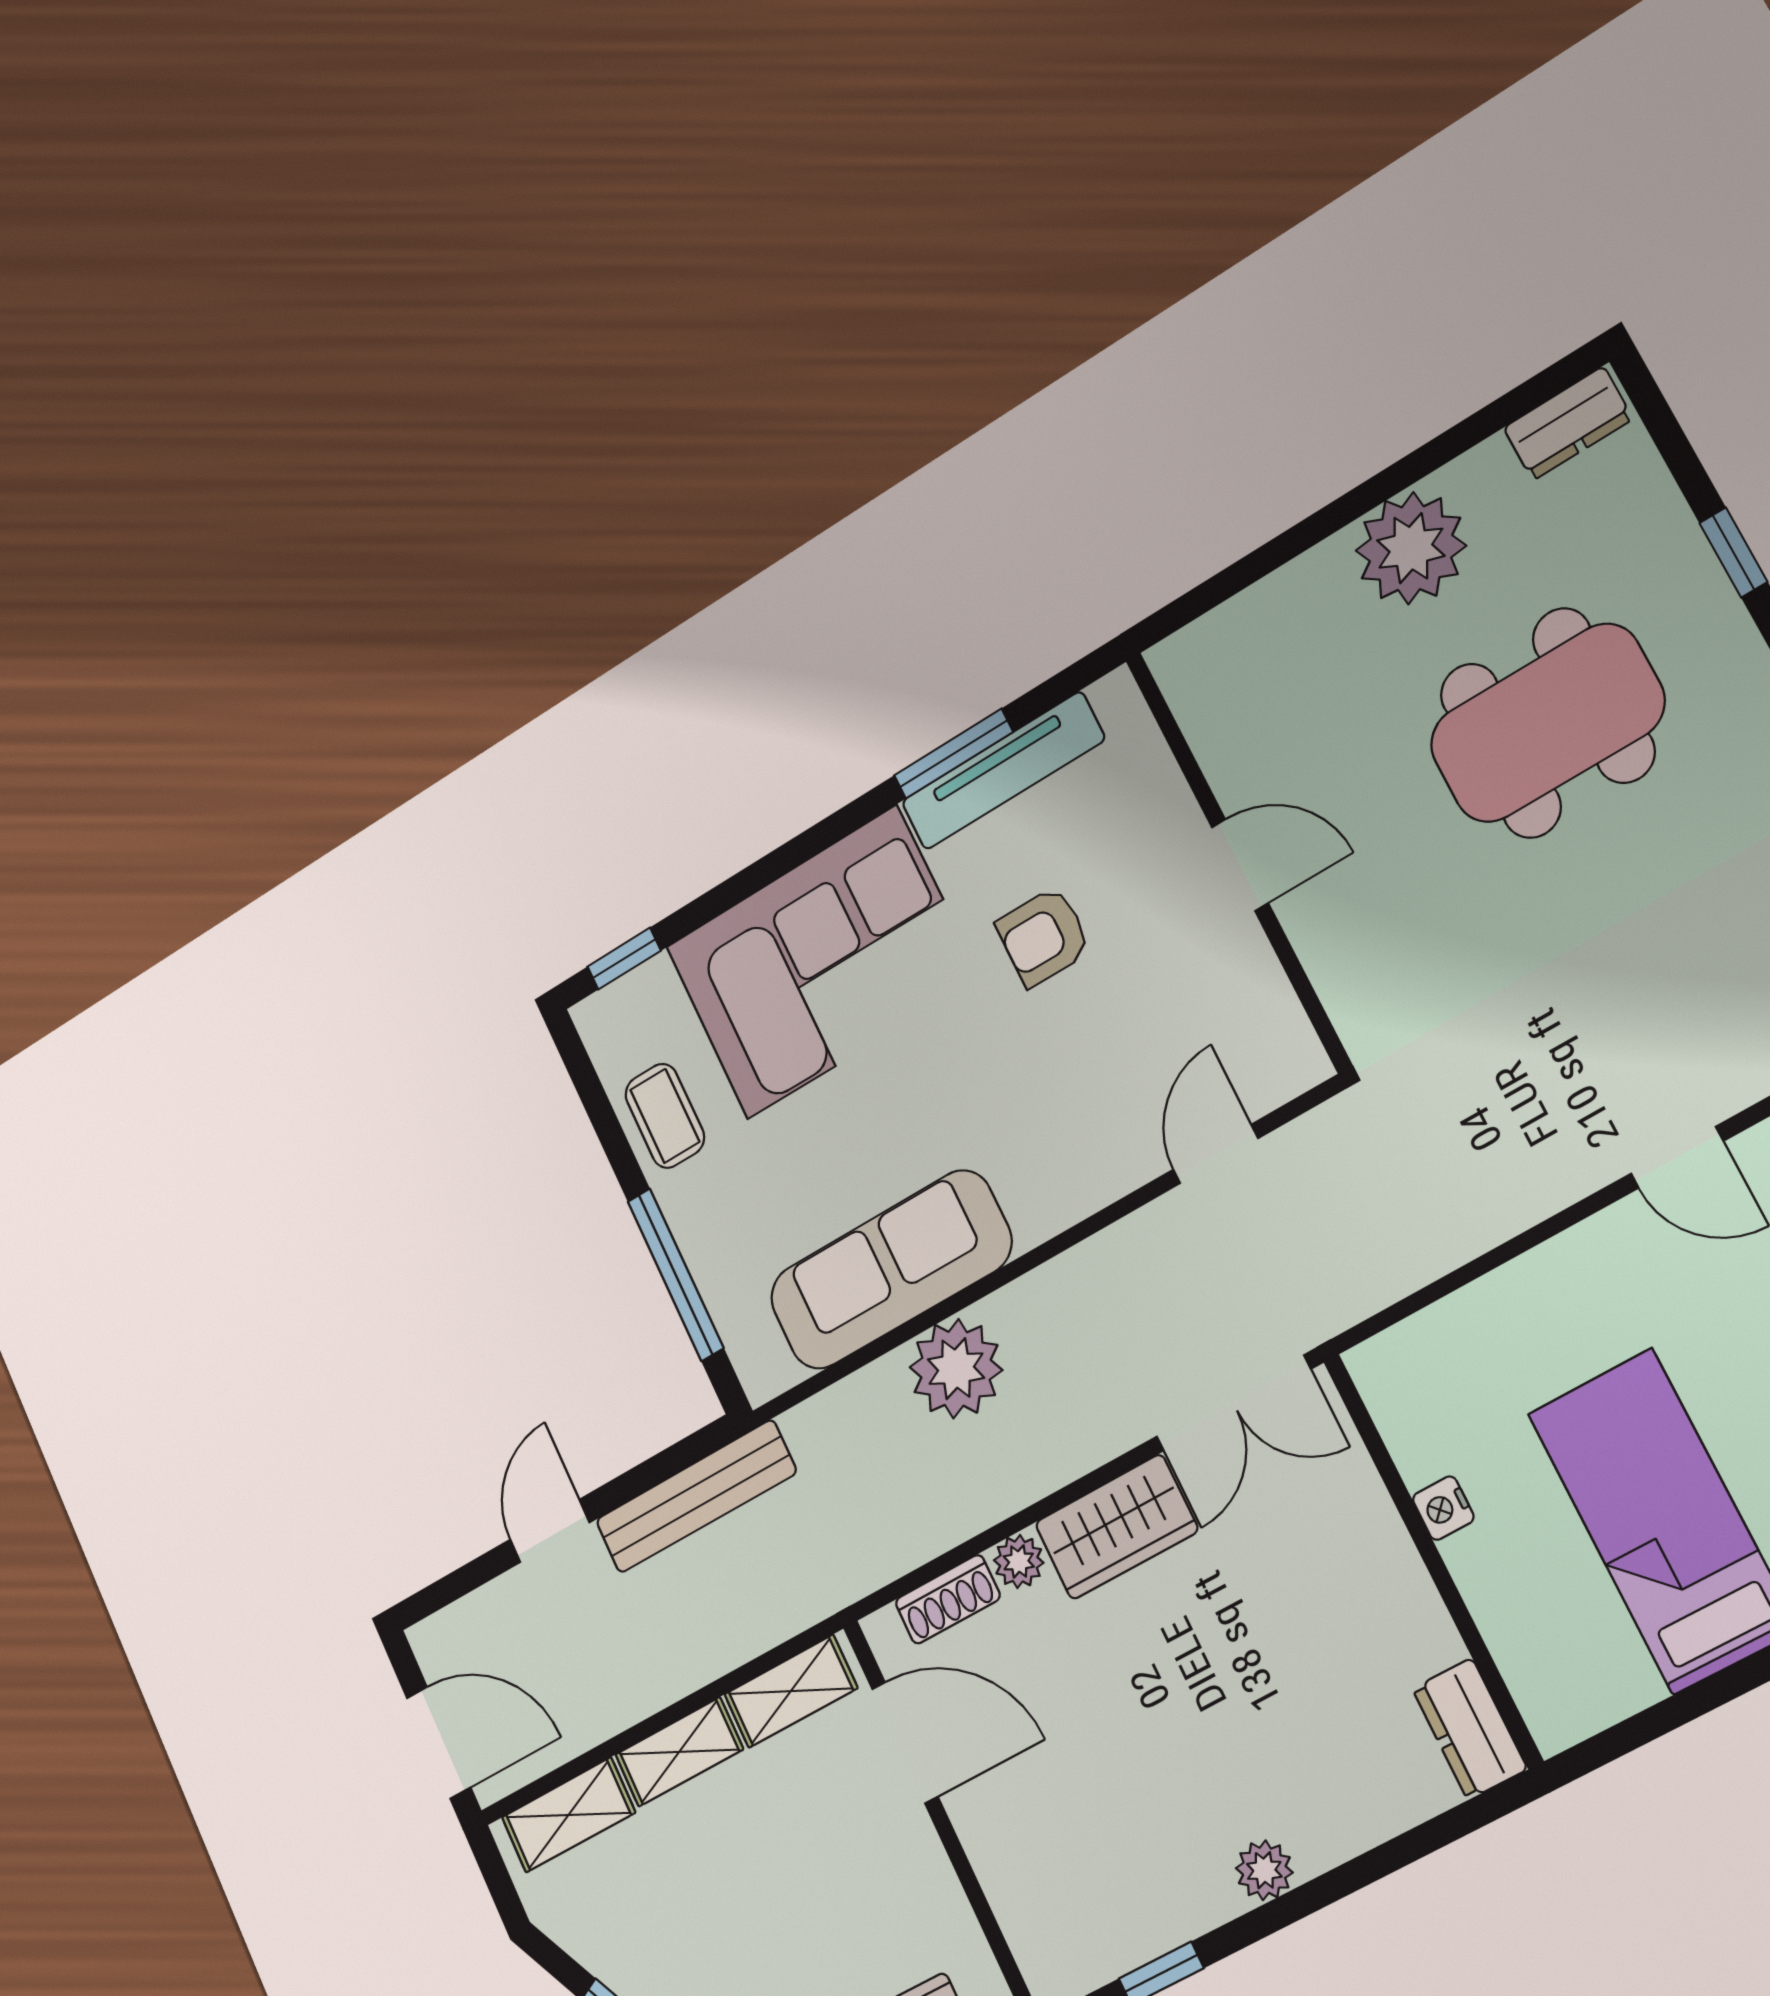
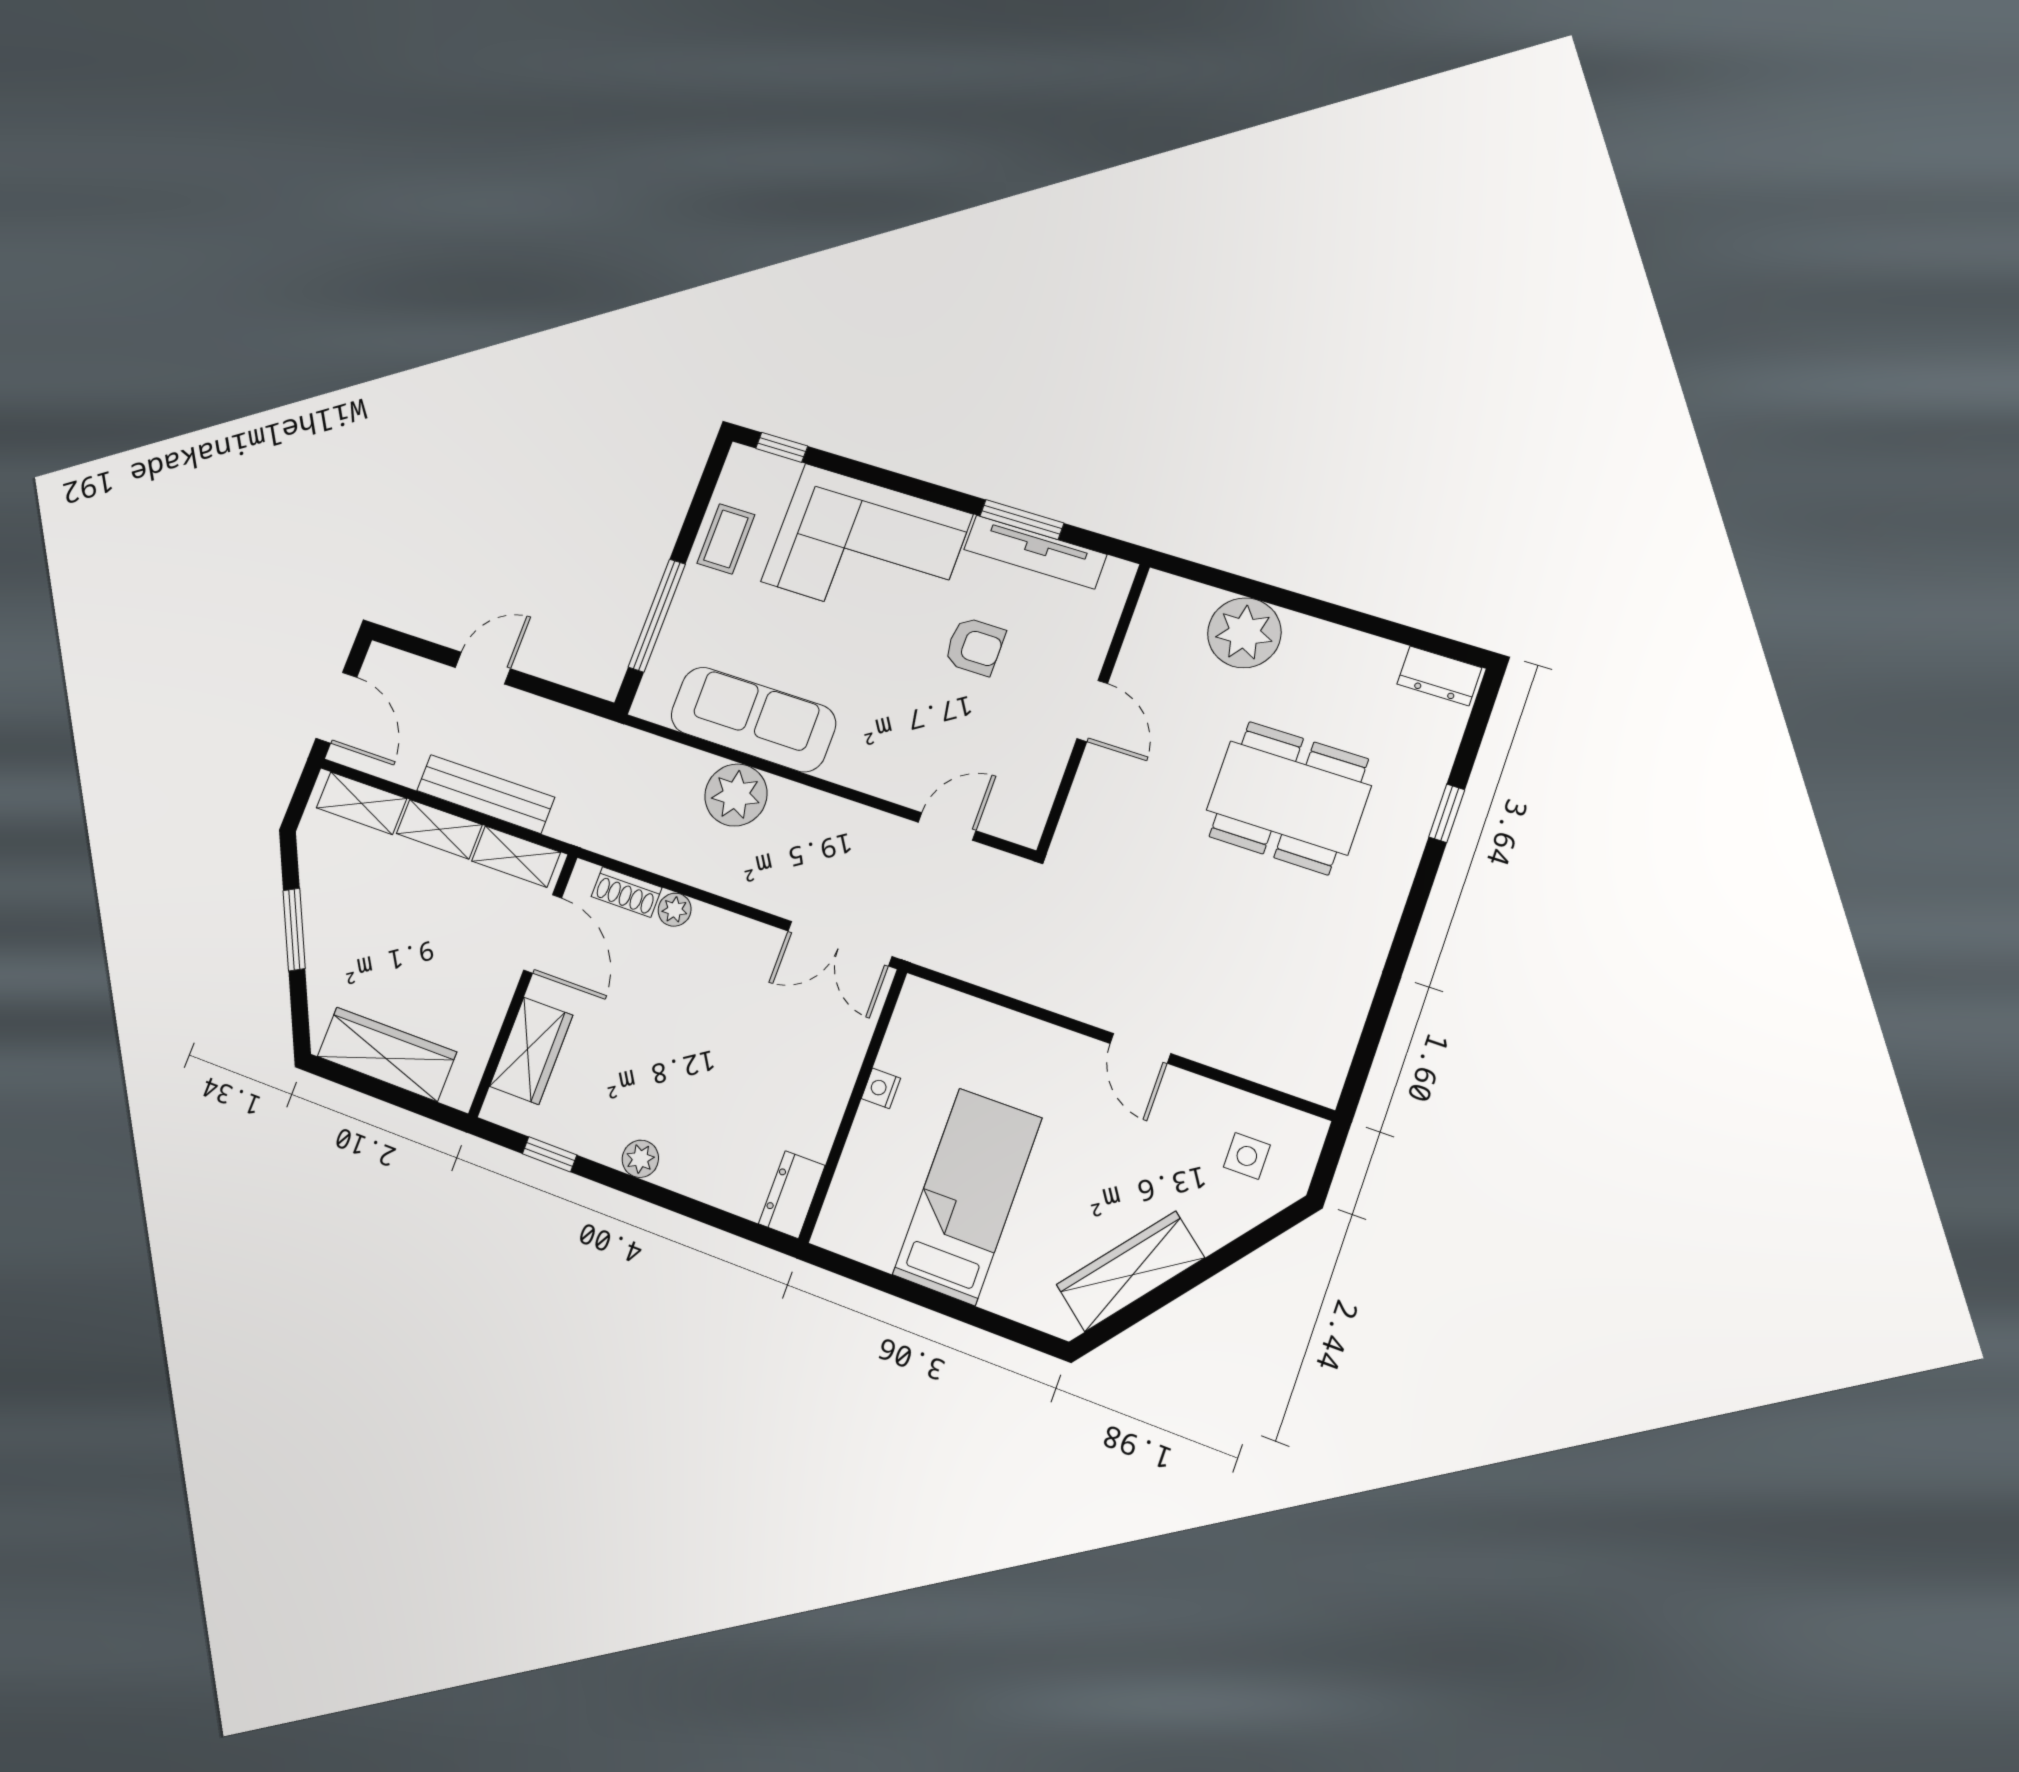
plant: (1411, 548) -> (1244, 633), moved
armchair: (1043, 937) -> (975, 646), turned 180
bench: (696, 1497) -> (485, 794), moved
wardrobe: (1117, 1527) -> (531, 1051), moved, turned -90

